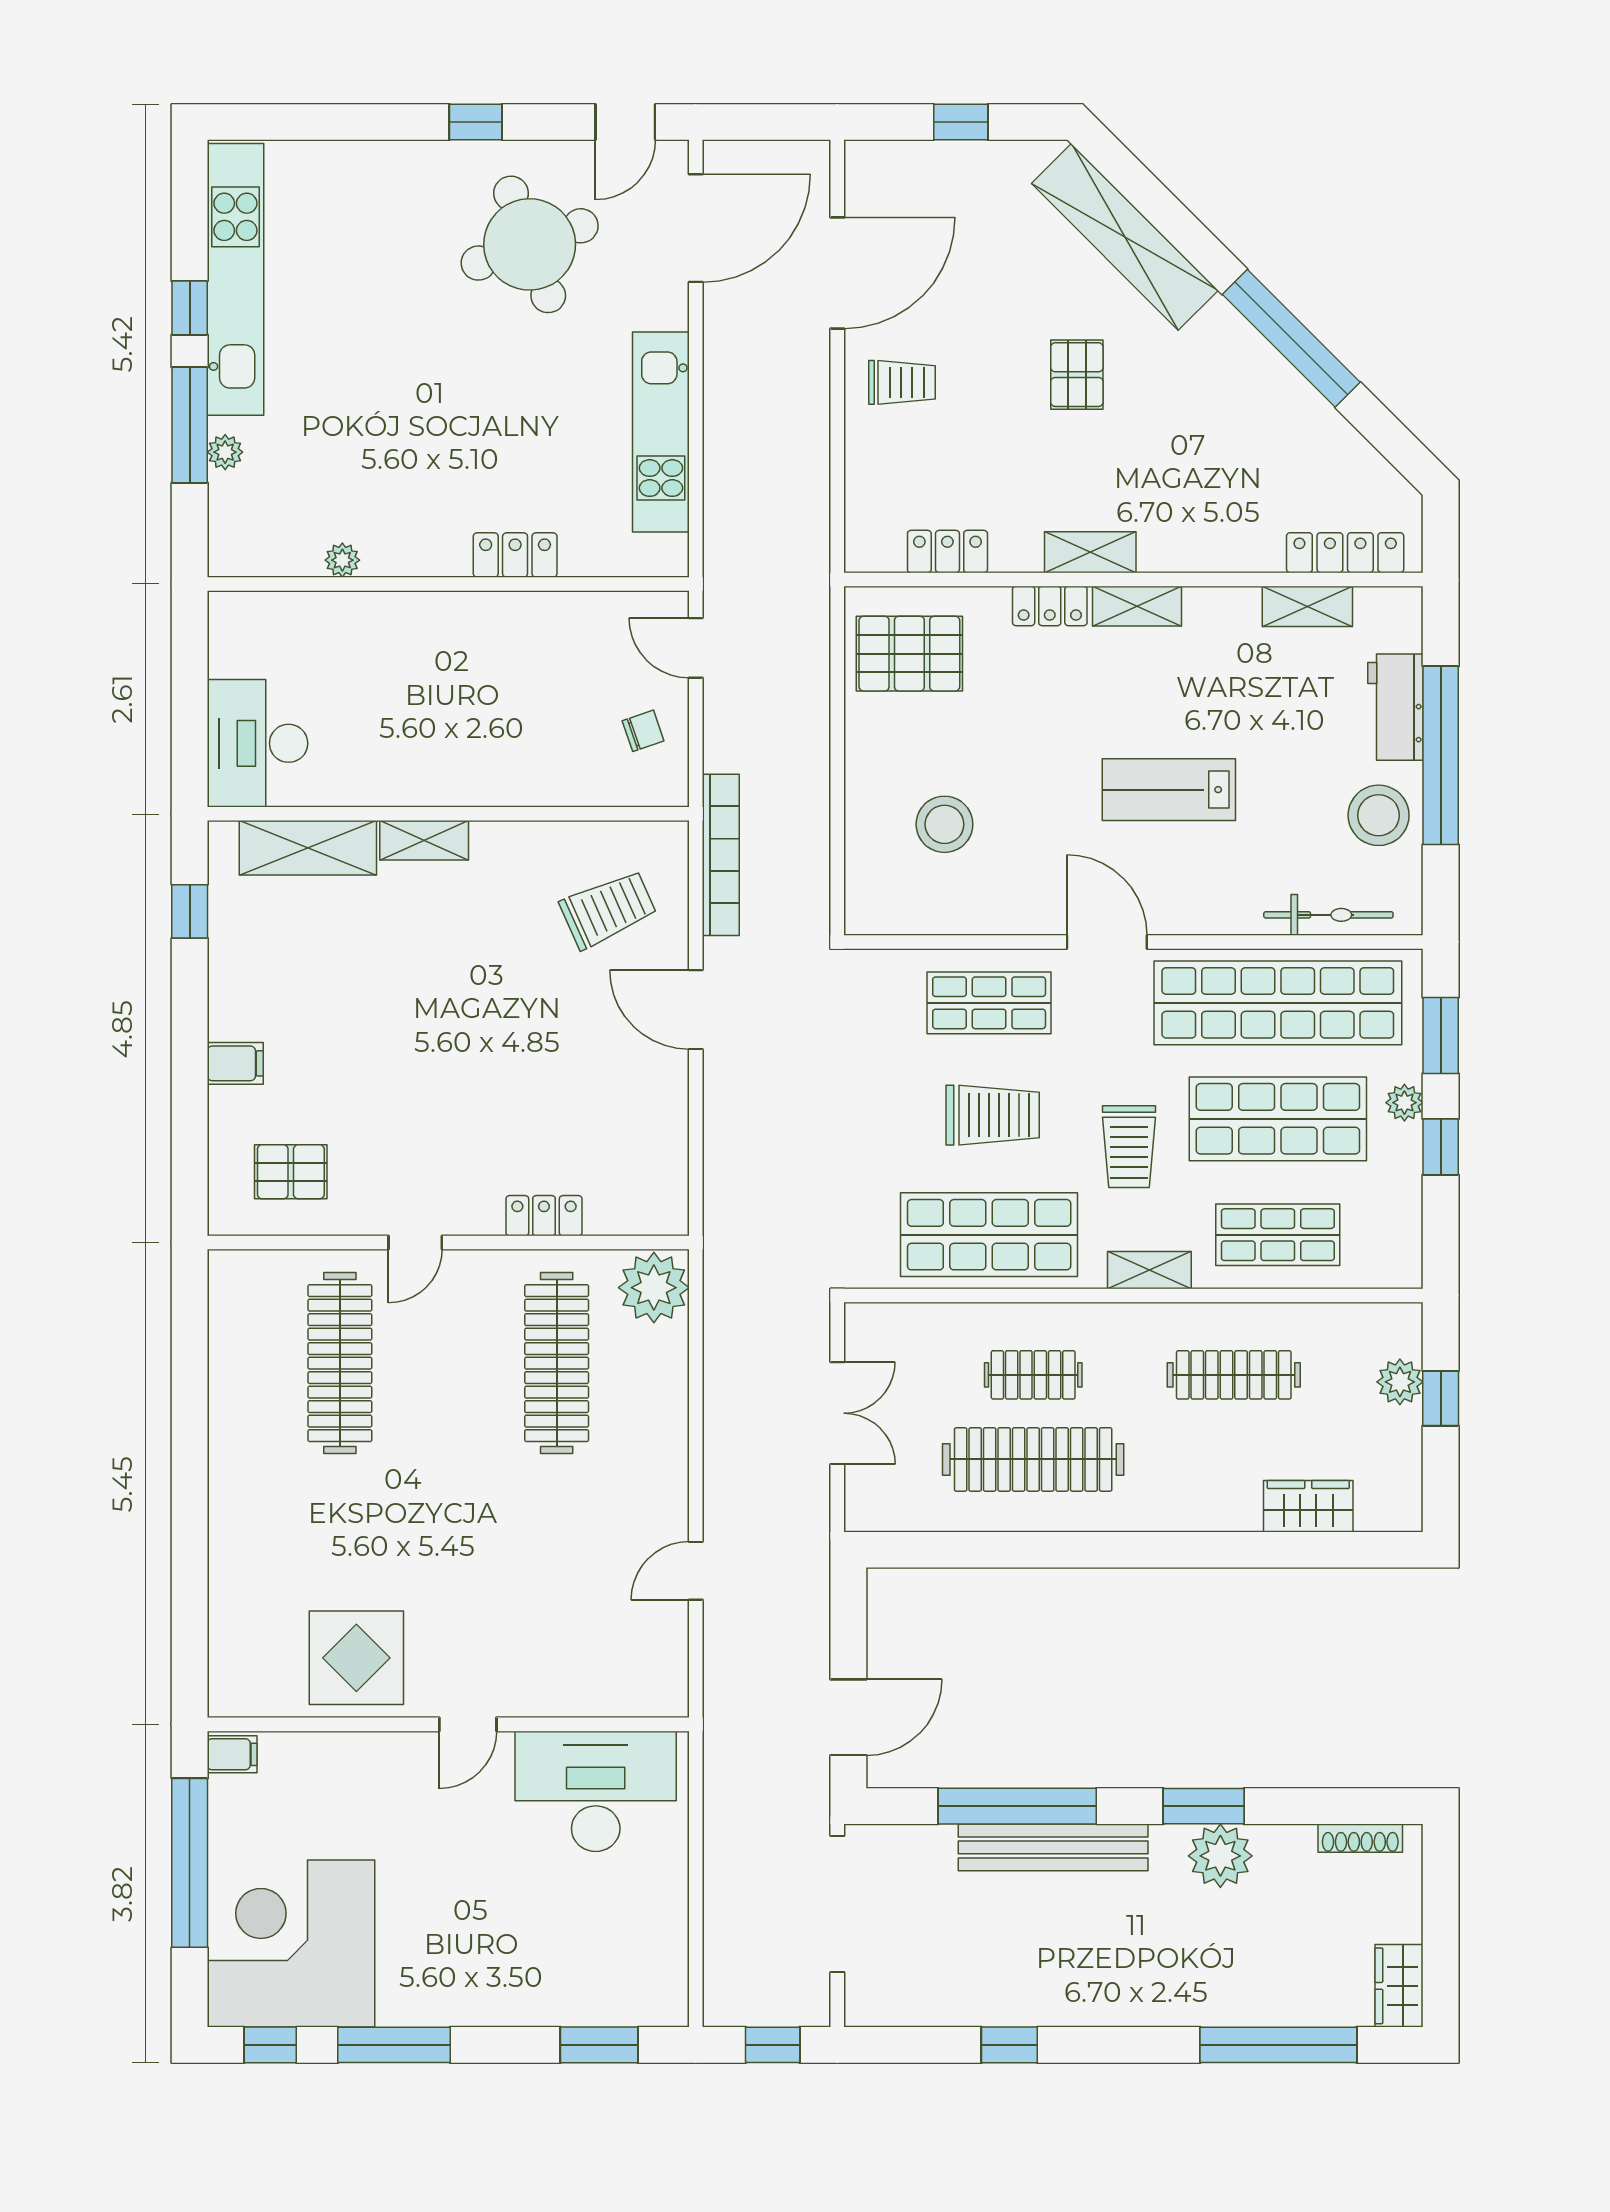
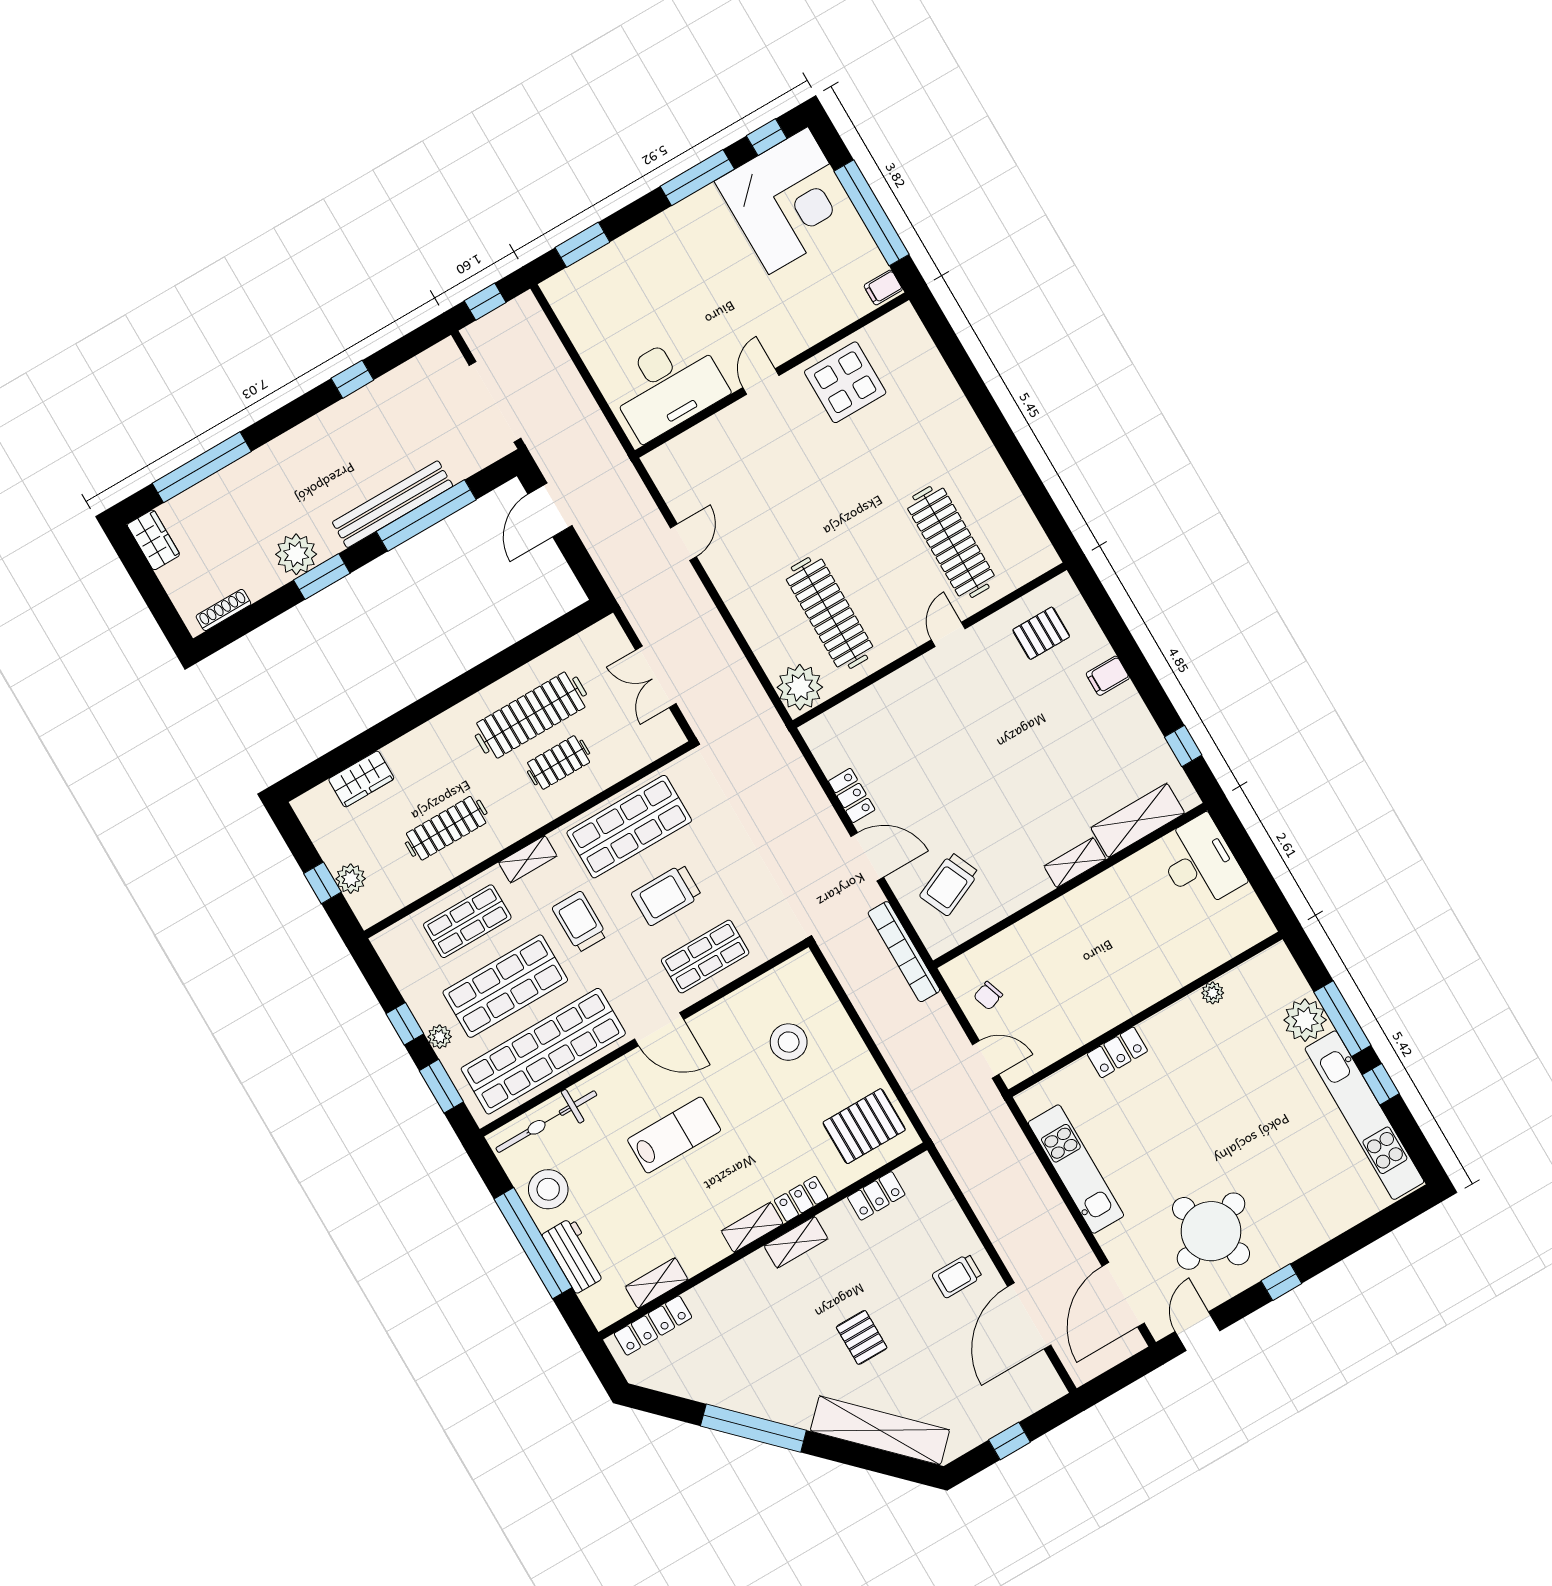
plant: (225, 452) -> (1305, 1020), width x1.88, depth x1.88
bicycle: (1328, 915) -> (546, 1122), width x1.37, depth x1.40
locker: (544, 1216) -> (852, 795), moved, turned -90

